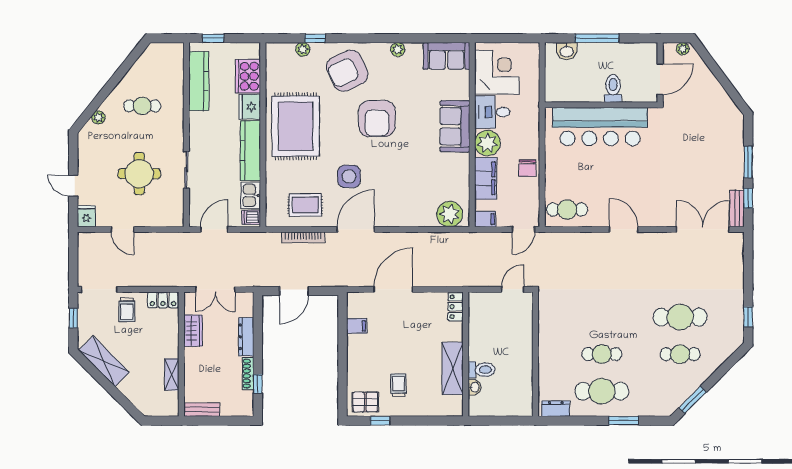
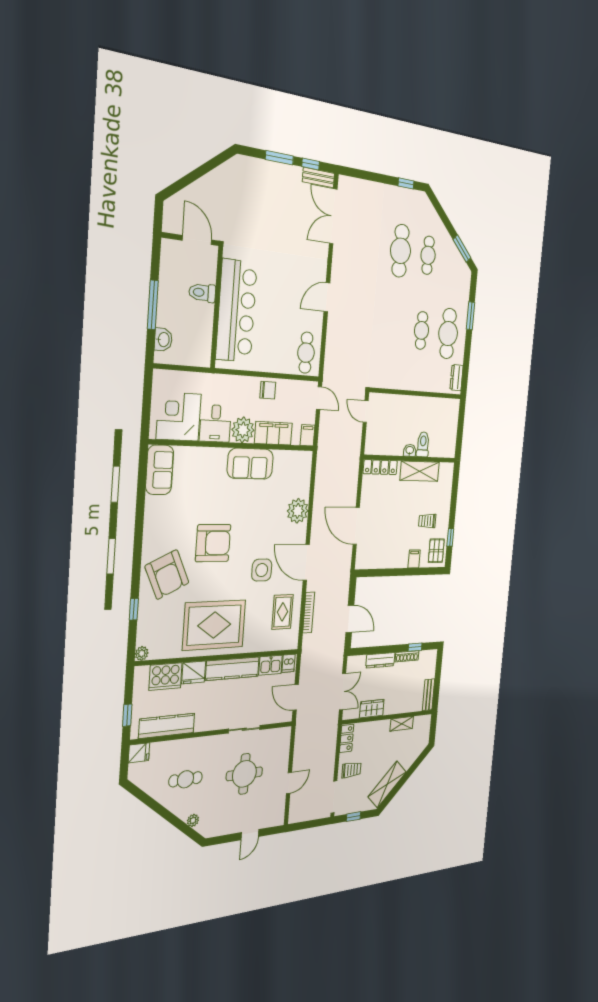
plant: (303, 49) -> (142, 653), moved
plant: (398, 49) -> (150, 522), removed
plant: (683, 49) -> (169, 210), removed
cafe table: (142, 106) -> (186, 779), turned 90
sofa: (455, 126) -> (250, 464), moved
plant: (450, 214) -> (298, 511), moved
fridge: (86, 216) -> (139, 753), moved, turned 180
locker: (456, 307) -> (380, 467), width x1.53
filing cabinet: (357, 326) -> (414, 559), moved
washbasin: (475, 387) -> (410, 450), moved

